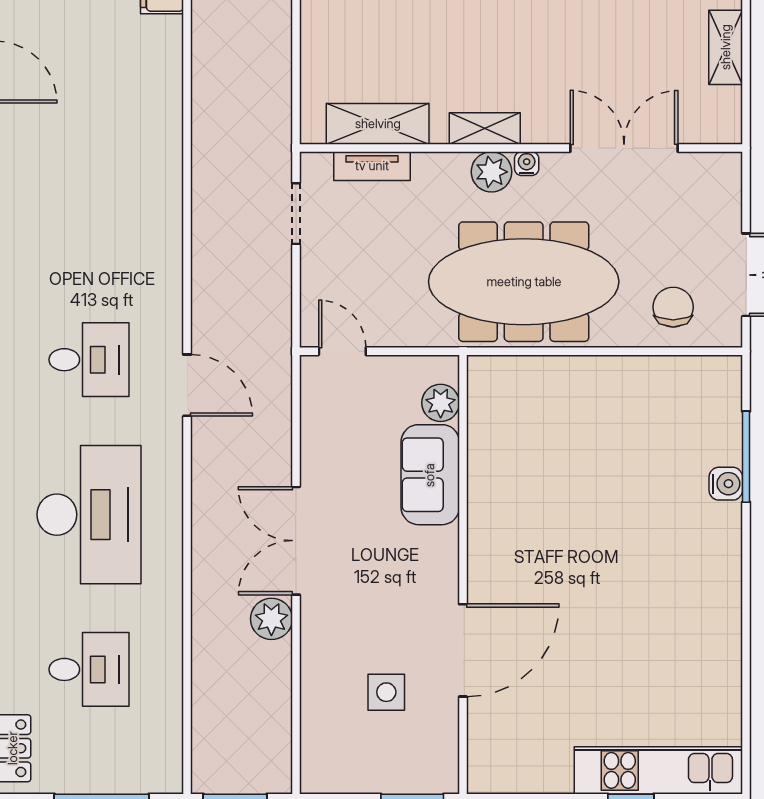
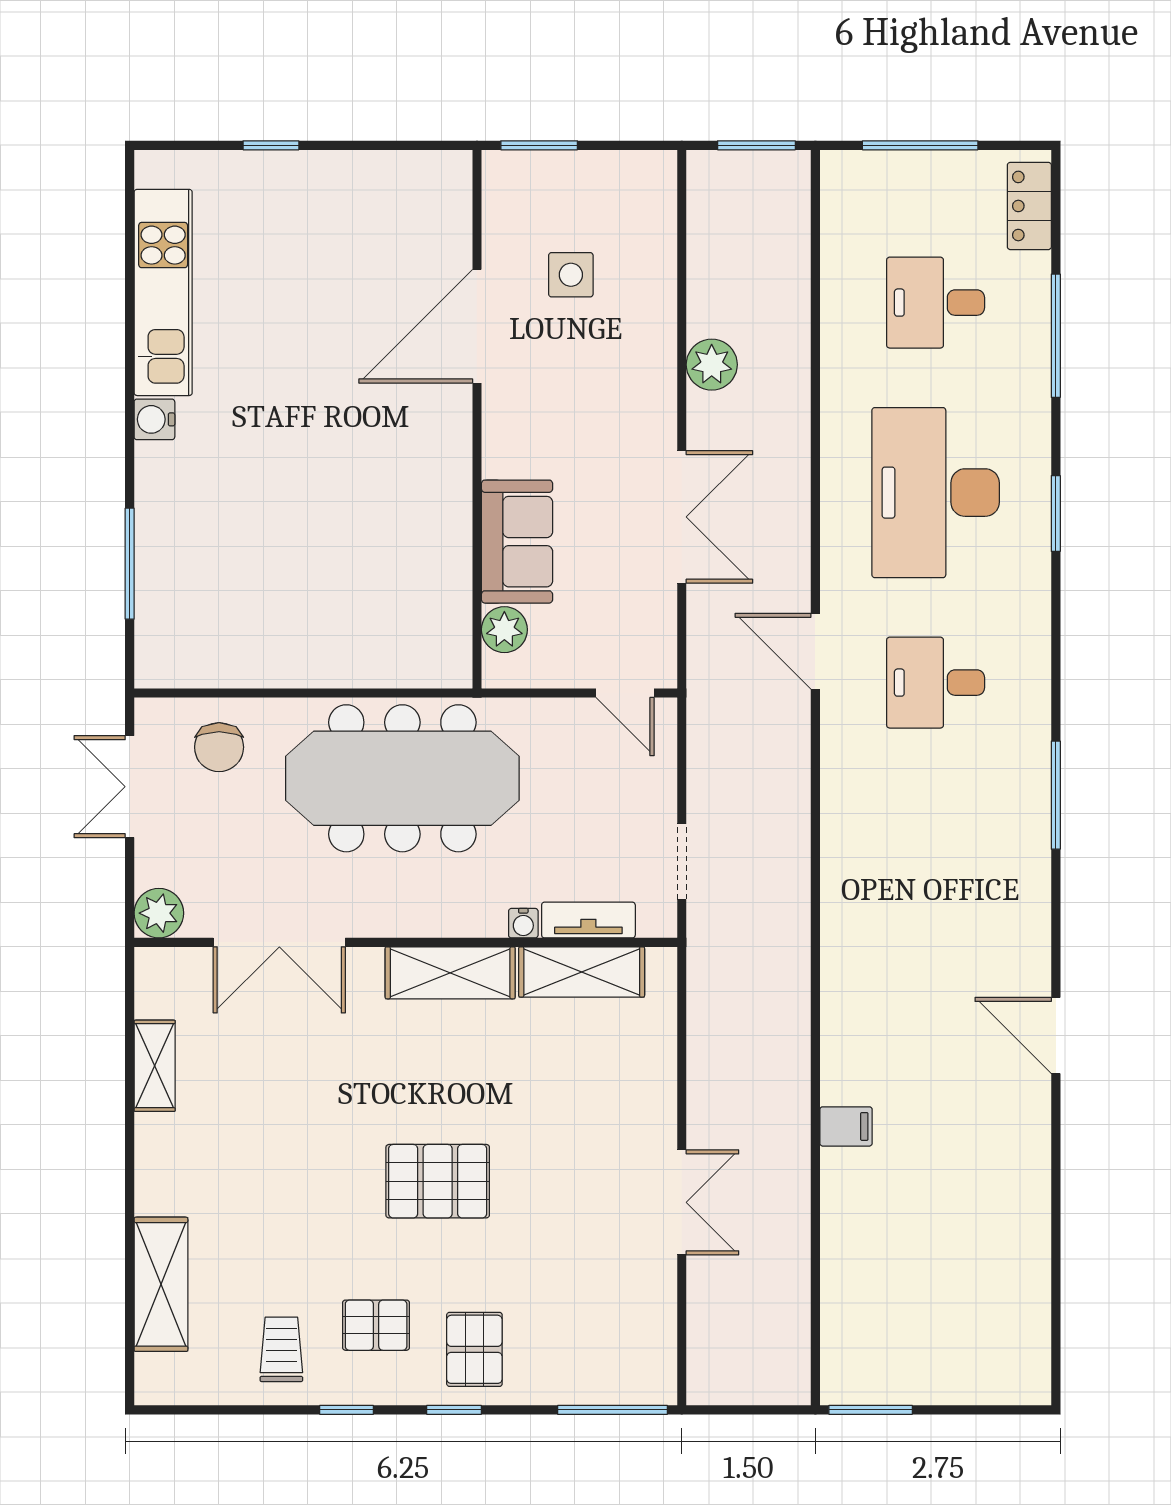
shelving: (485, 128) -> (450, 973), width x1.50, depth x1.33
water cooler: (527, 164) -> (523, 923), moved
plant: (491, 172) -> (159, 913), moved
water cooler: (726, 484) -> (154, 419), moved
double door: (296, 541) -> (682, 517), moved
kitchen unit: (658, 770) -> (163, 292), moved, turned -90

